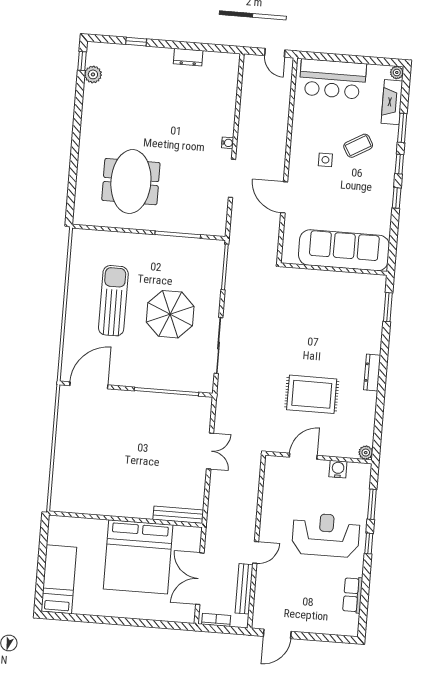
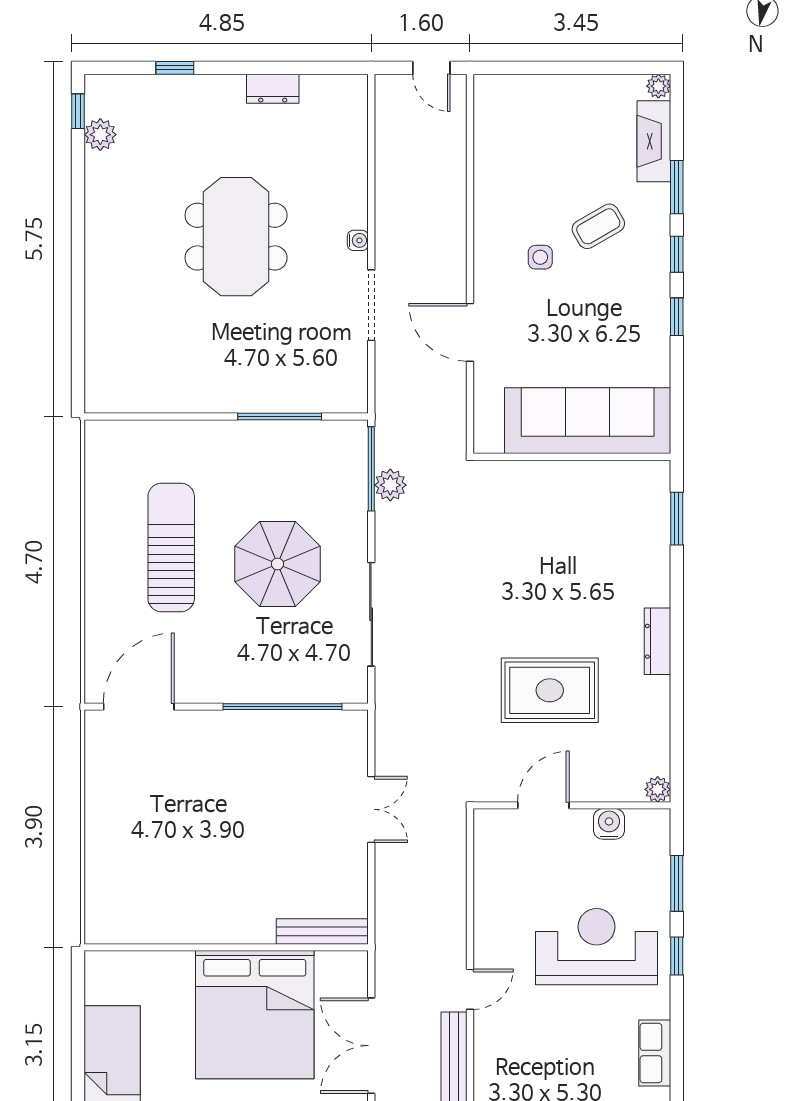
bar counter: (333, 79) -> (542, 107), removed
meeting table: (131, 182) -> (236, 237), moved
plant: (234, 276) -> (390, 485), added

